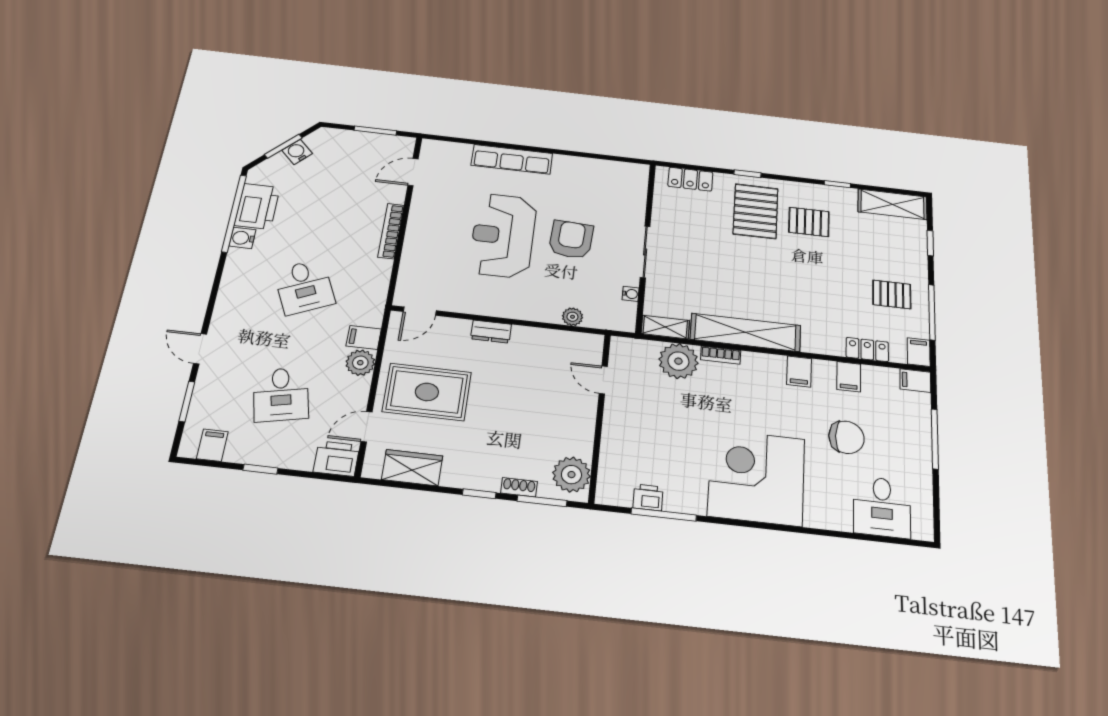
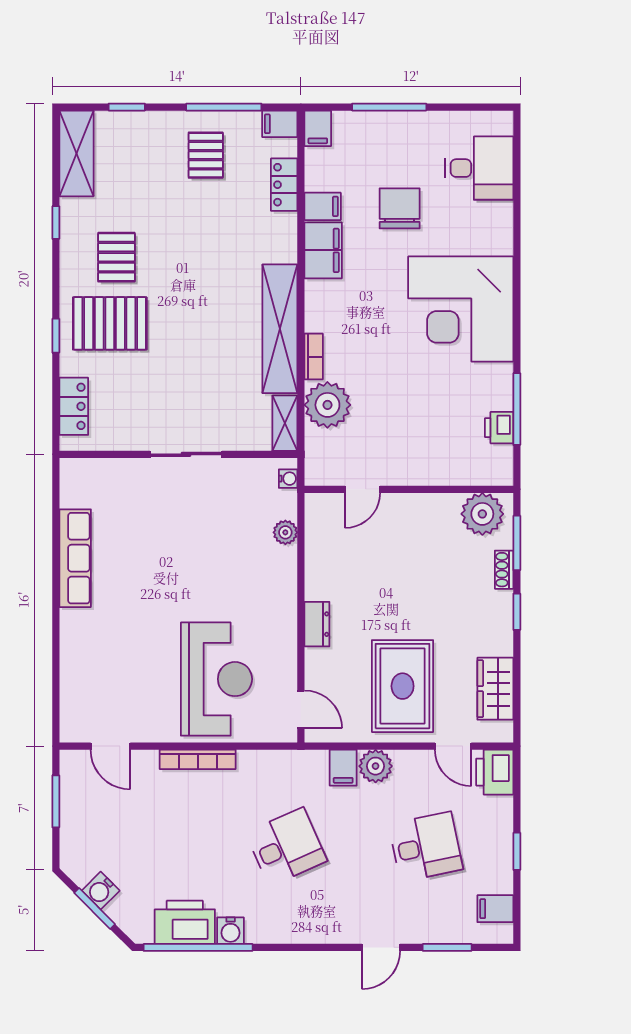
row of seats: (512, 159) -> (75, 558), moved
reception desk: (503, 236) -> (216, 679), moved, turned -90
armchair: (571, 240) -> (181, 544), removed
water cooler: (631, 294) -> (288, 479), moved, turned 90
filing cabinet: (799, 371) -> (323, 250), width x2.00

